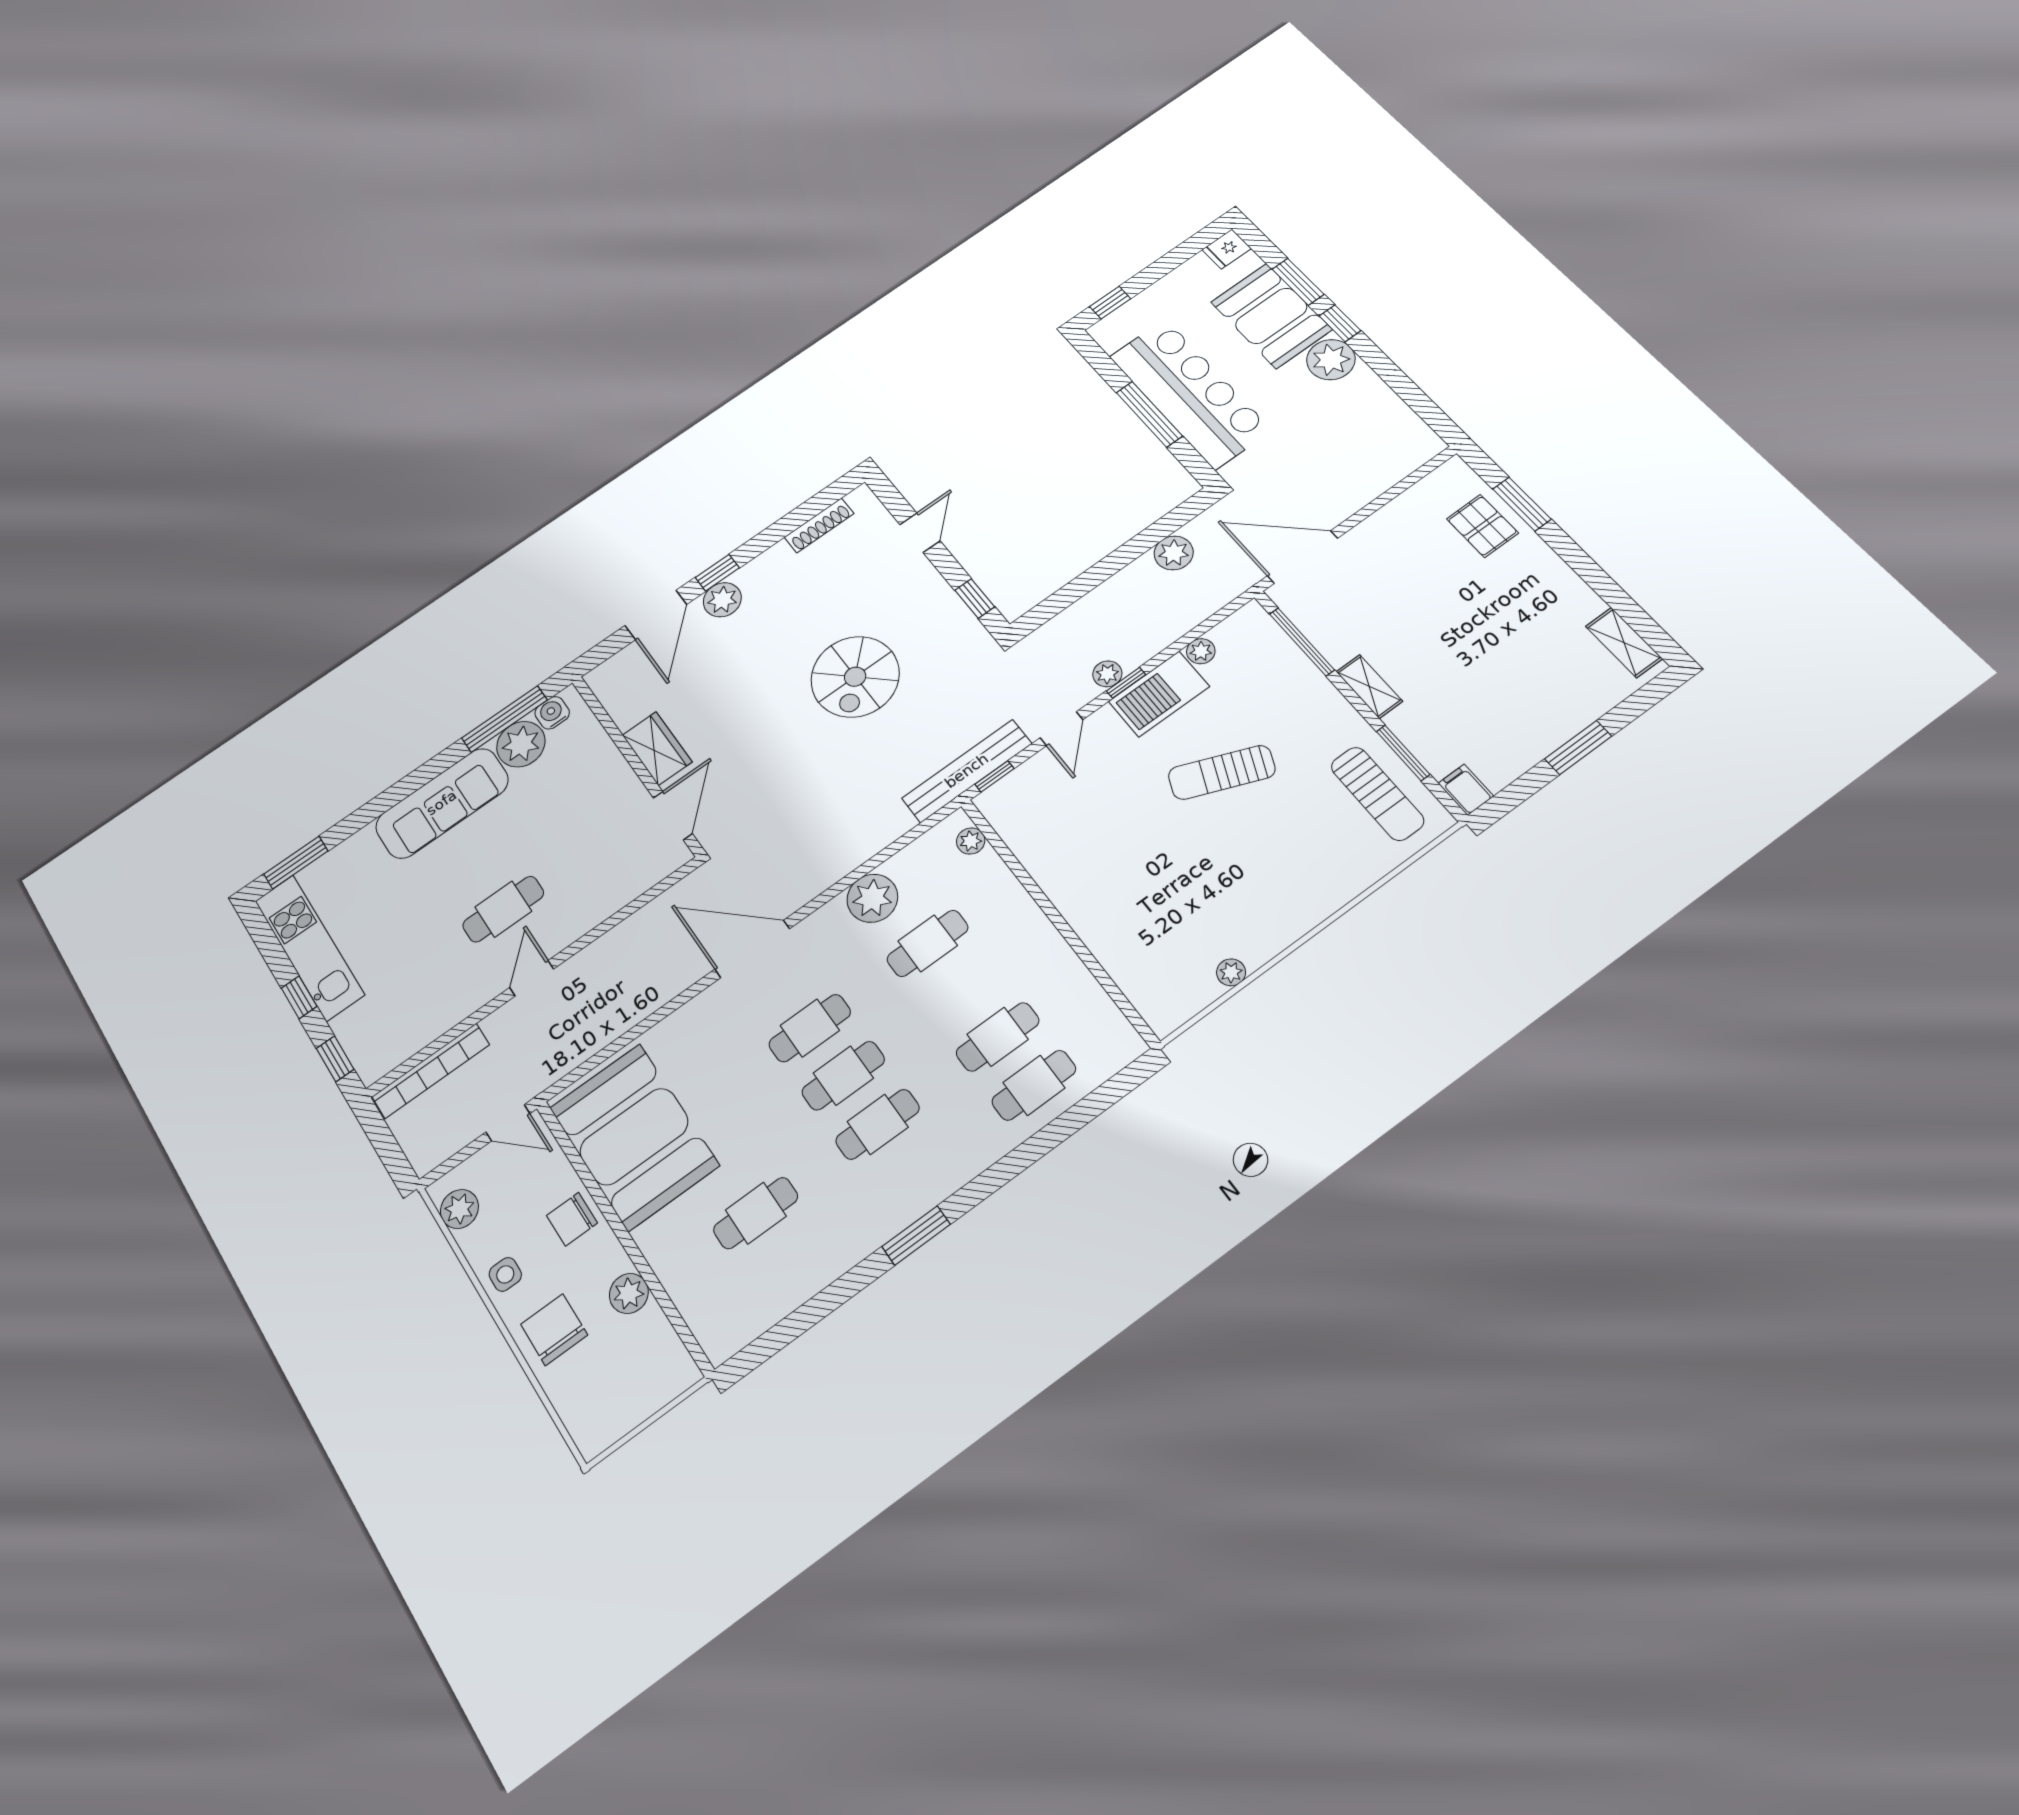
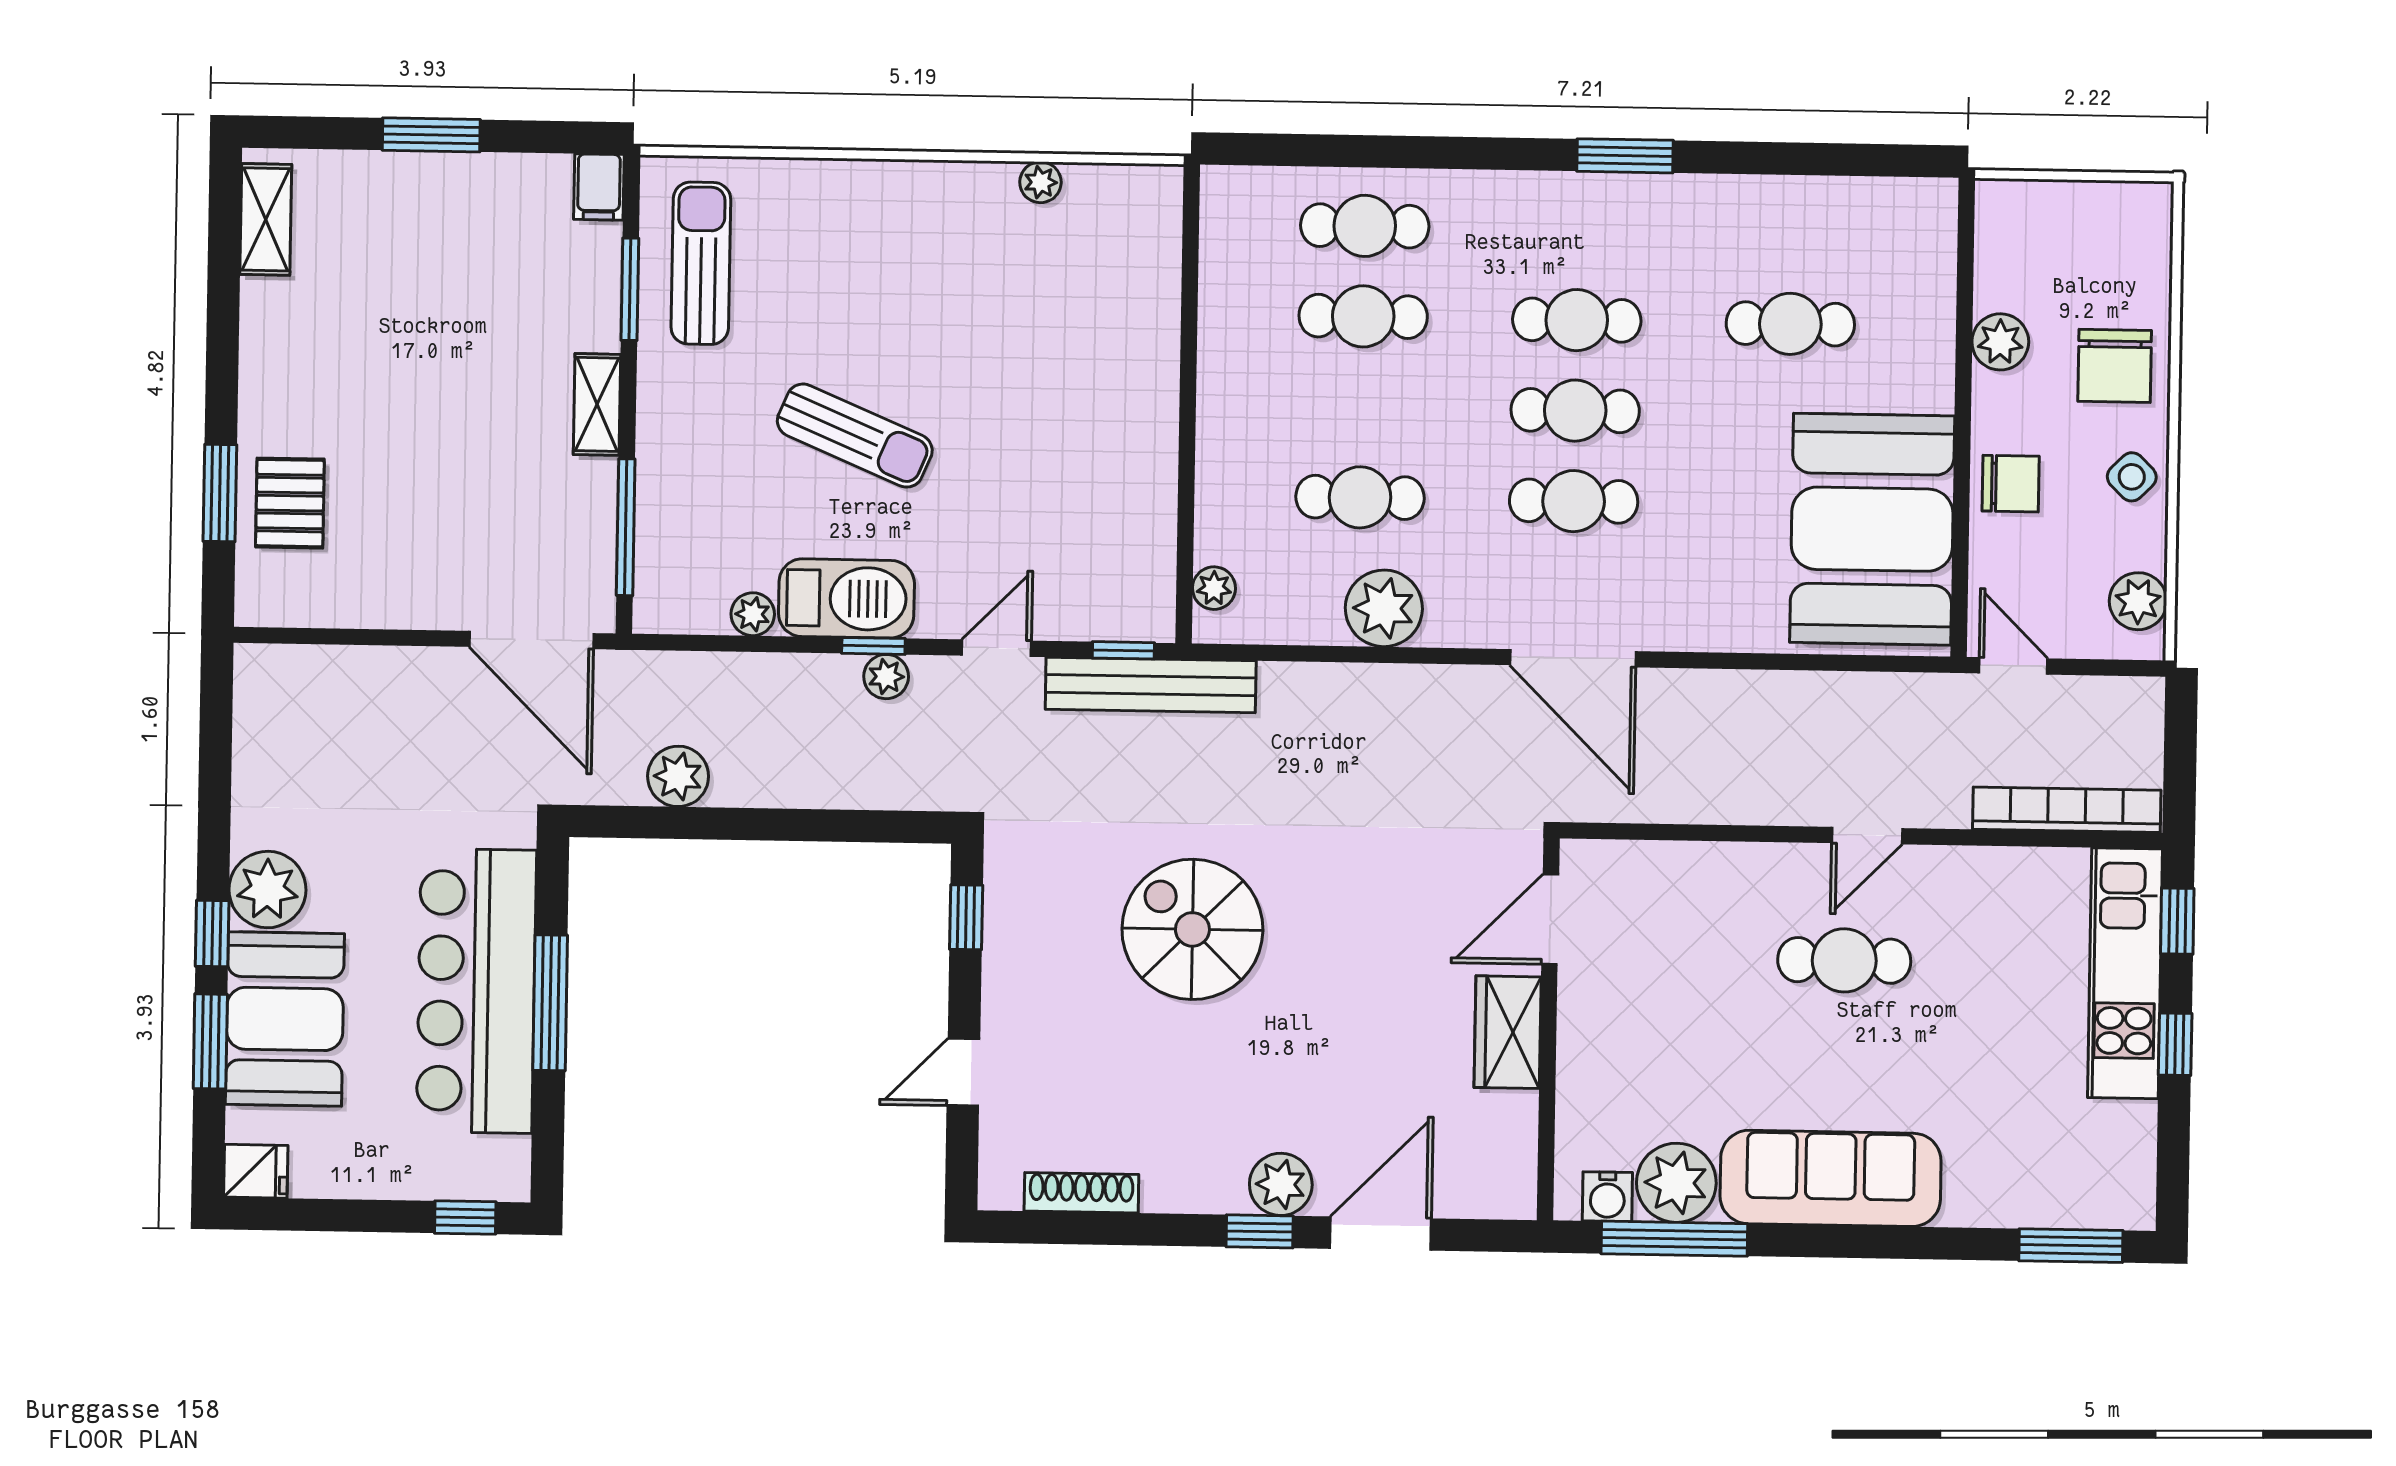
spiral stairs: (855, 677) -> (1192, 929), turned -90
kitchen unit: (309, 948) -> (2125, 973), moved
side table: (505, 1274) -> (2132, 477), turned 45

